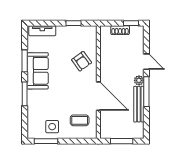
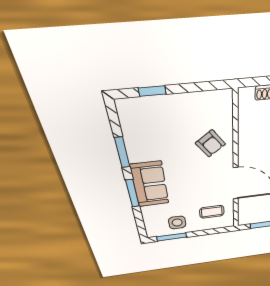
window: (74, 23) -> (152, 91), moved
tv unit: (42, 31) -> (142, 105), removed
sofa: (38, 71) -> (150, 184), moved

